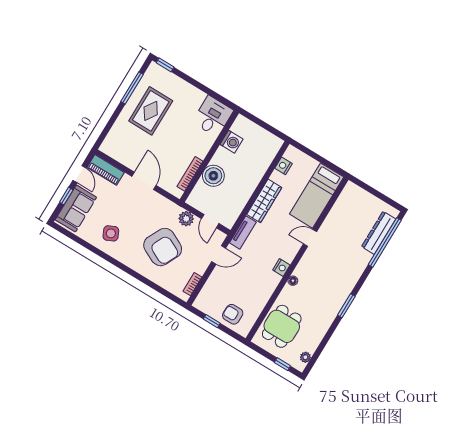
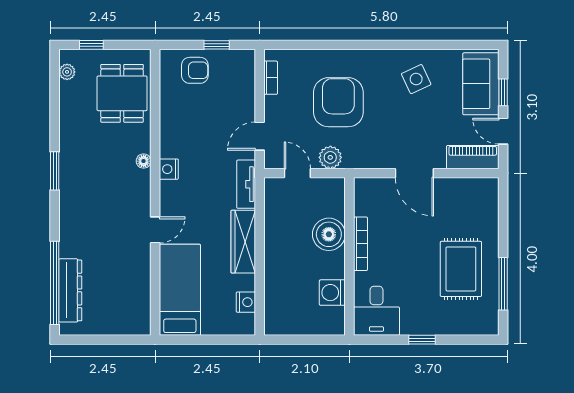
window: (165, 65) -> (422, 340), moved
bookcase: (190, 174) -> (361, 244), moved
armchair: (163, 247) -> (338, 102), turned 64

